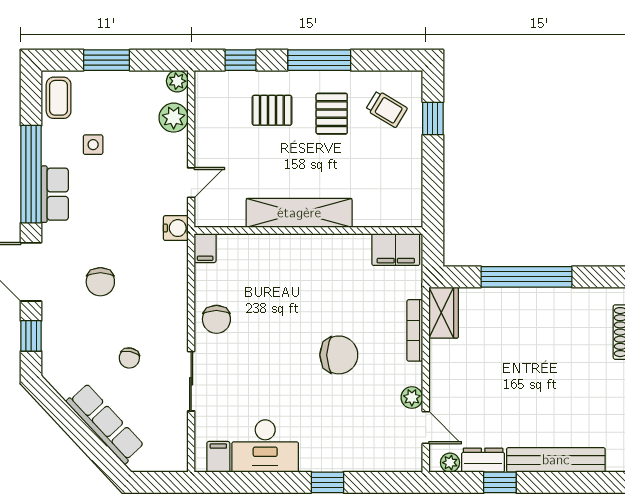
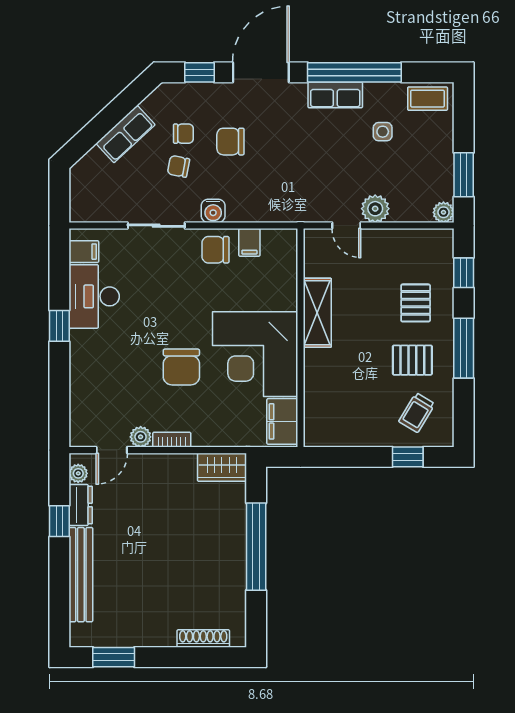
window: (107, 60) -> (464, 175), moved
plant: (174, 118) -> (375, 209), moved
shelving: (299, 213) -> (317, 313), width x0.68
water cooler: (176, 228) -> (213, 211), moved
filing cabinet: (205, 248) -> (249, 242), moved, turned -90
corner desk: (325, 278) -> (255, 354), added
chair: (100, 282) -> (230, 142), moved
bookcase: (415, 330) -> (172, 440), moved, width x0.64
chair: (95, 353) -> (183, 134), added
row of seats: (105, 424) -> (125, 134), width x0.68
window: (327, 482) -> (59, 326), moved

